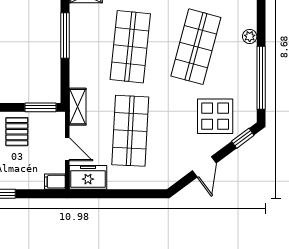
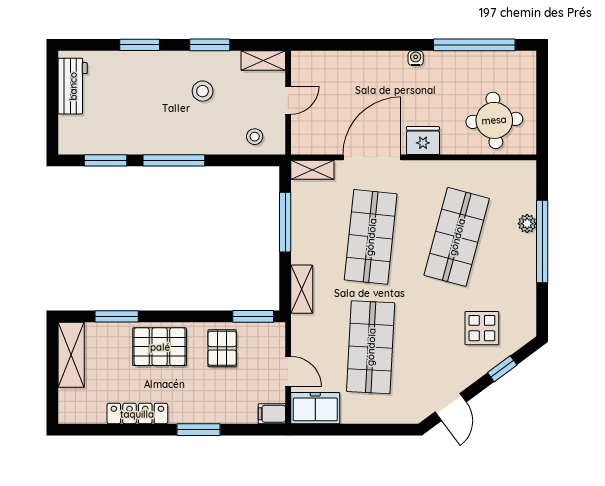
window: (261, 78) -> (542, 242), moved
shelving: (78, 107) -> (302, 289), moved
display table: (215, 116) -> (482, 328), width x0.73, depth x0.73
window: (243, 138) -> (502, 369), moved
door: (204, 167) -> (451, 407), moved

